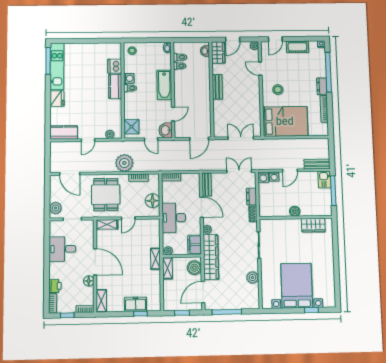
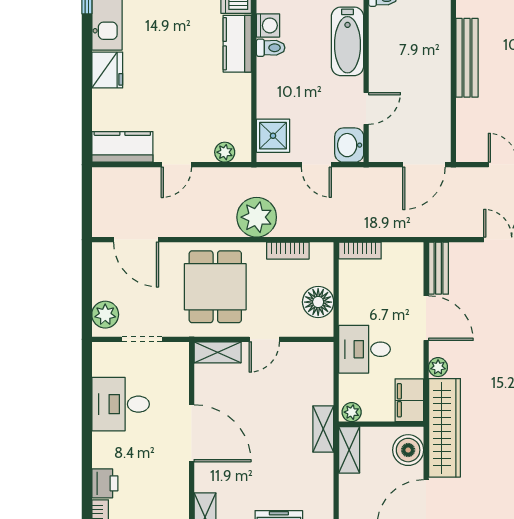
bench: (217, 87) -> (467, 58), width x1.36
desk: (174, 218) -> (365, 349), width x0.73
floor lamp: (89, 281) -> (178, 474), removed

